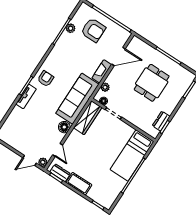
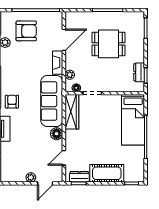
dining table: (152, 83) -> (109, 44), turned 90
door: (58, 150) -> (64, 158), swing flipped
plant: (43, 162) -> (31, 177), moved
cot: (79, 184) -> (107, 173), width x1.37, depth x1.34

